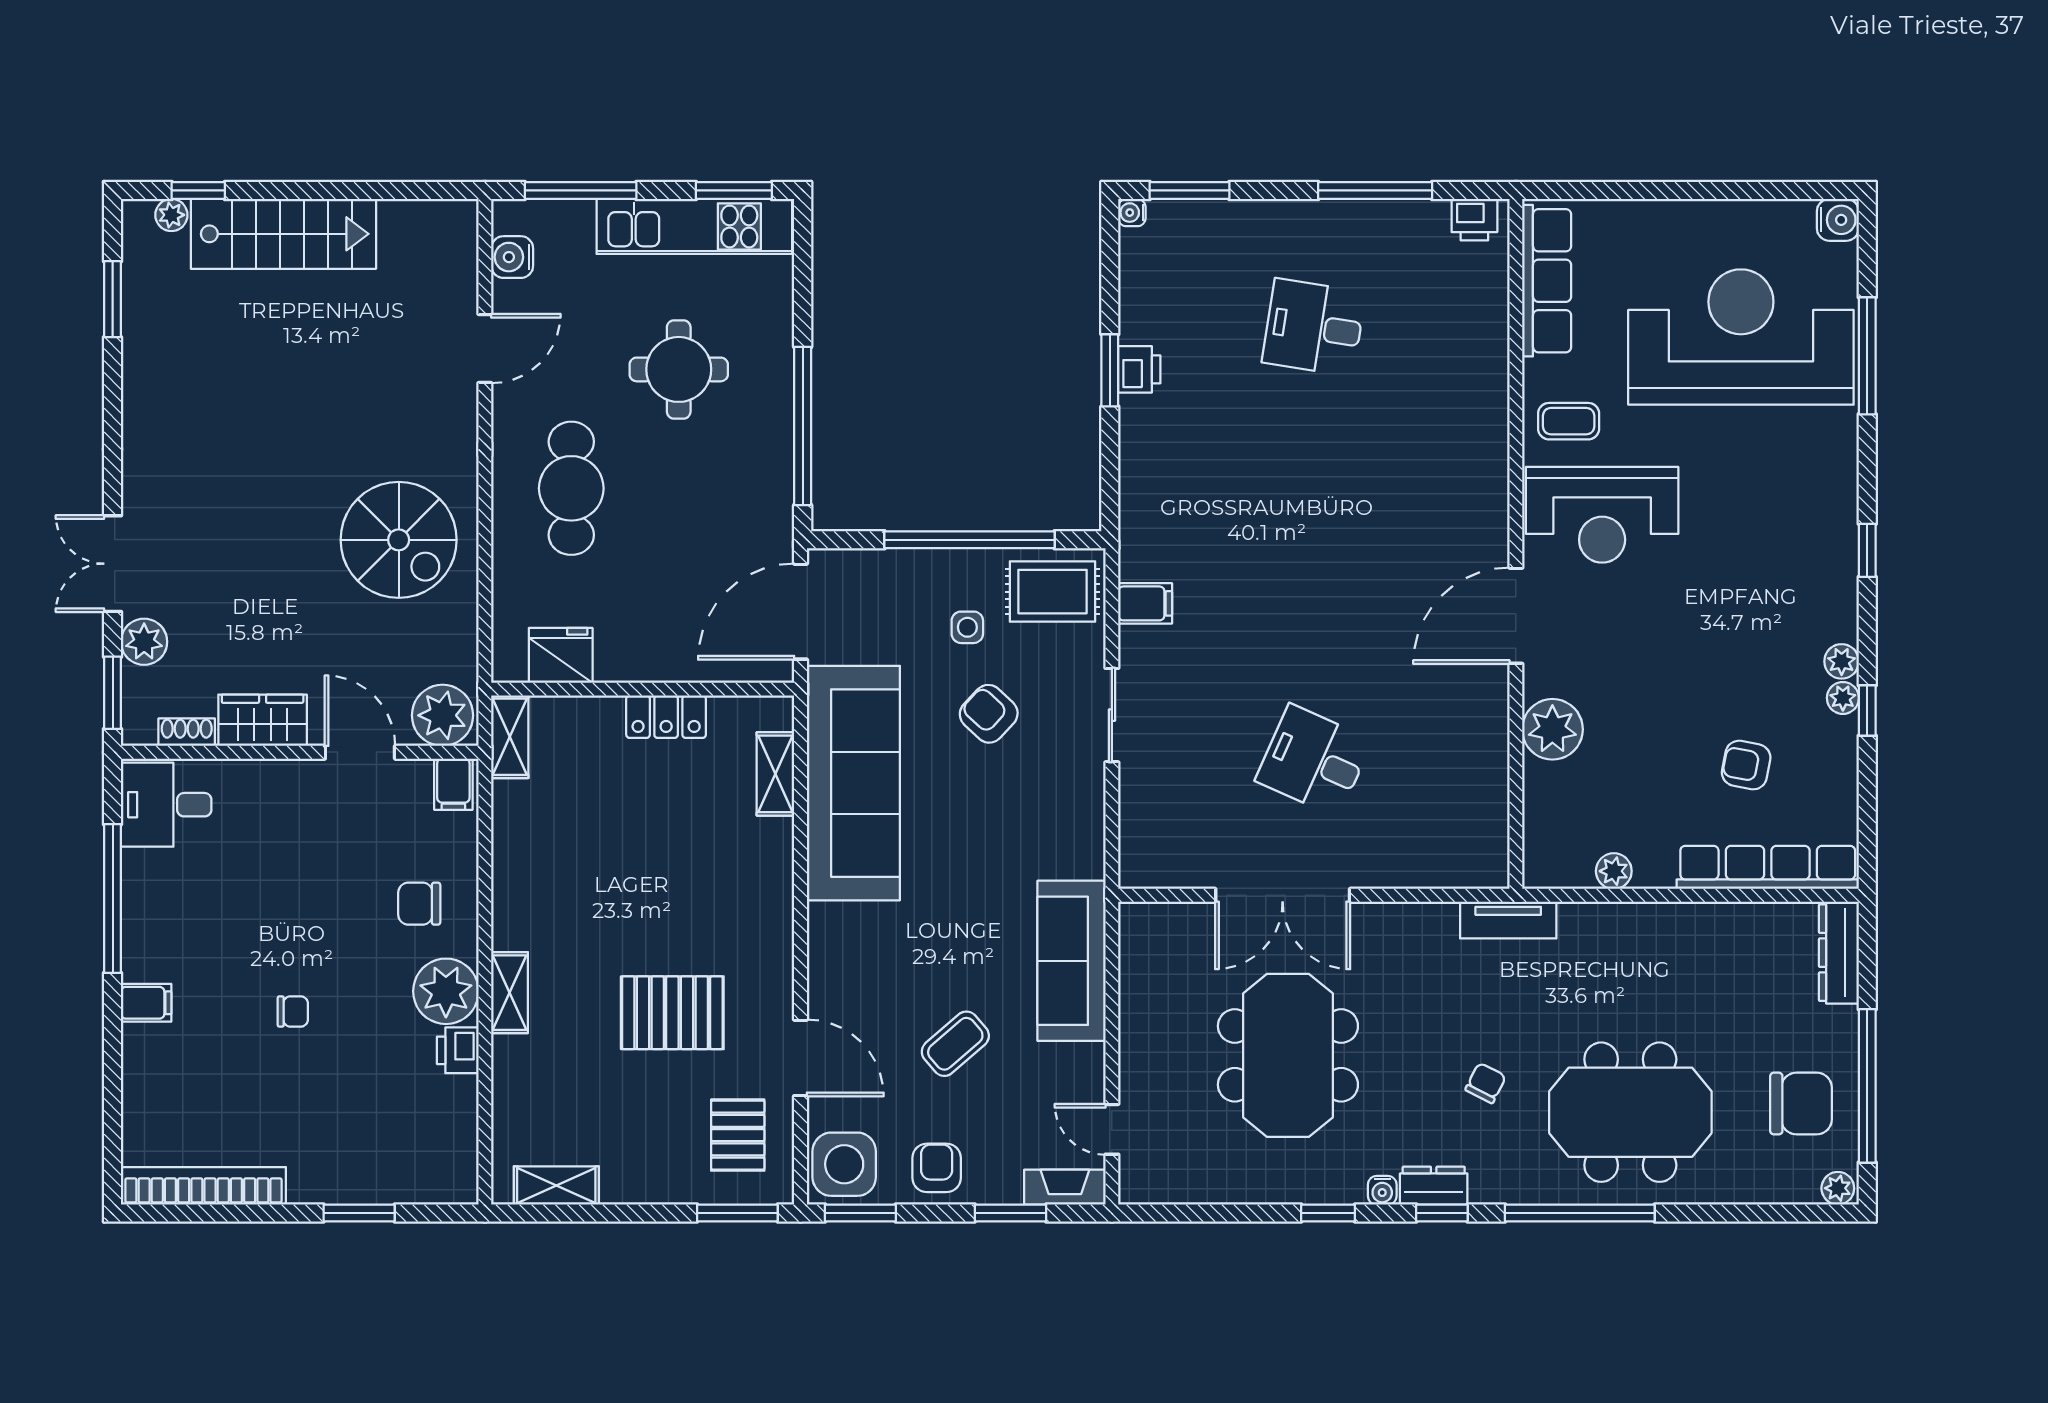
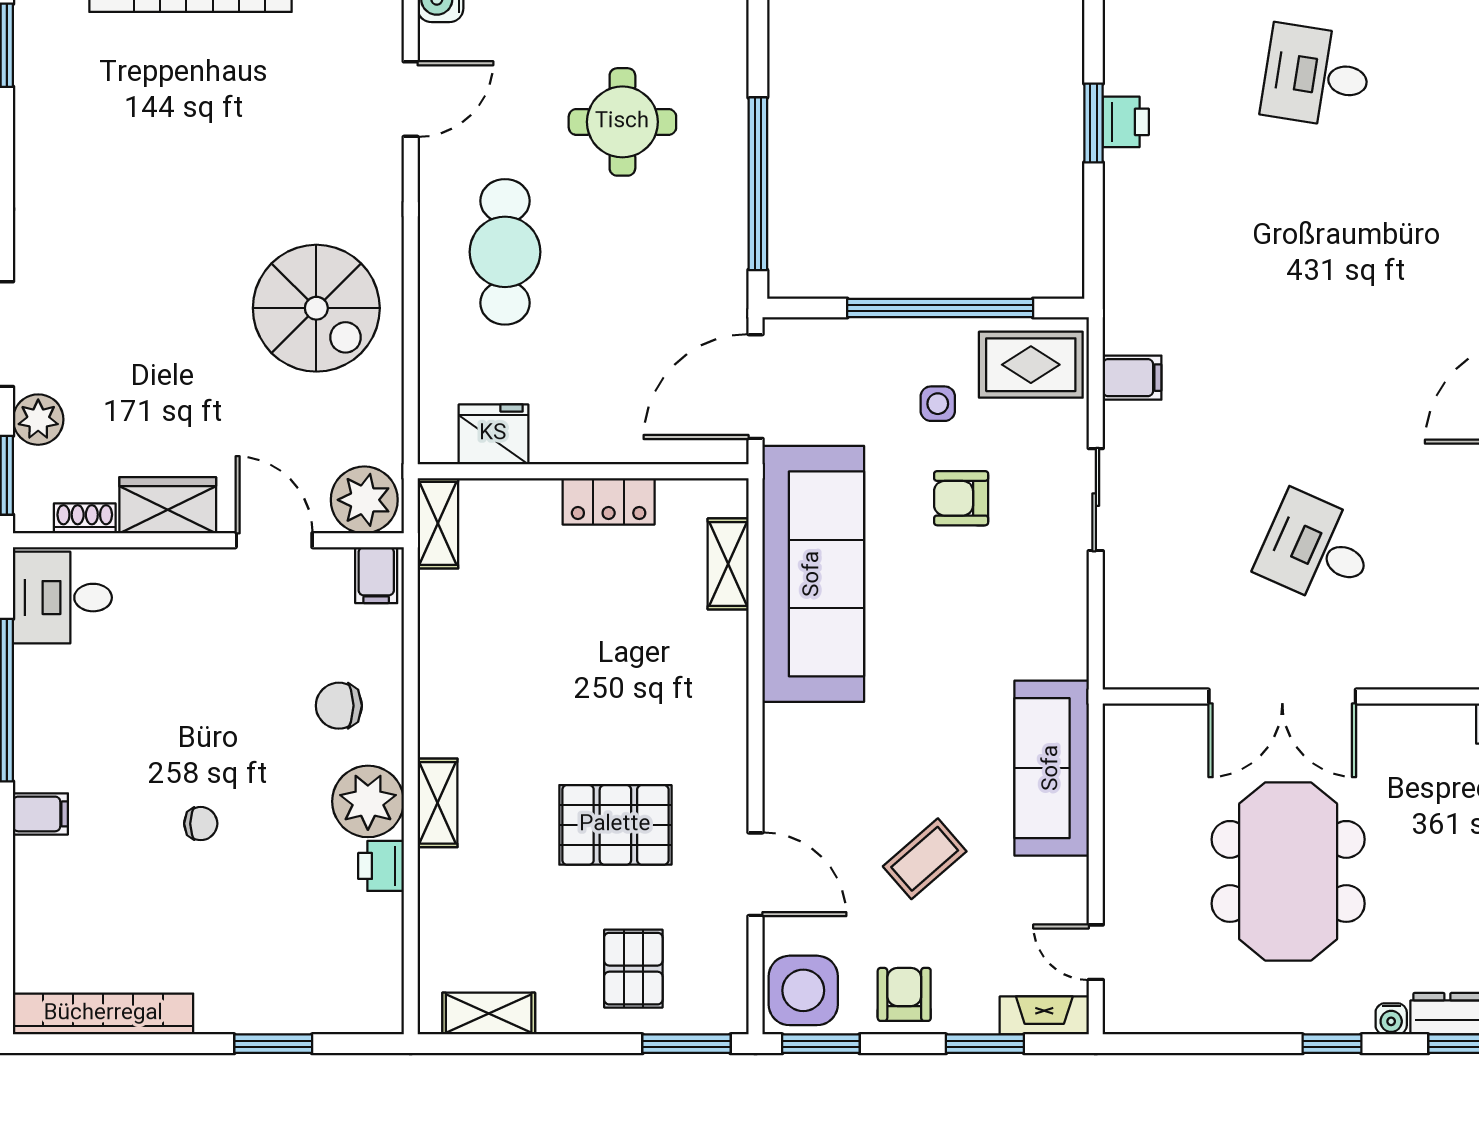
armchair: (989, 714) -> (961, 498), turned -43
pallet: (738, 1135) -> (633, 969), moved

